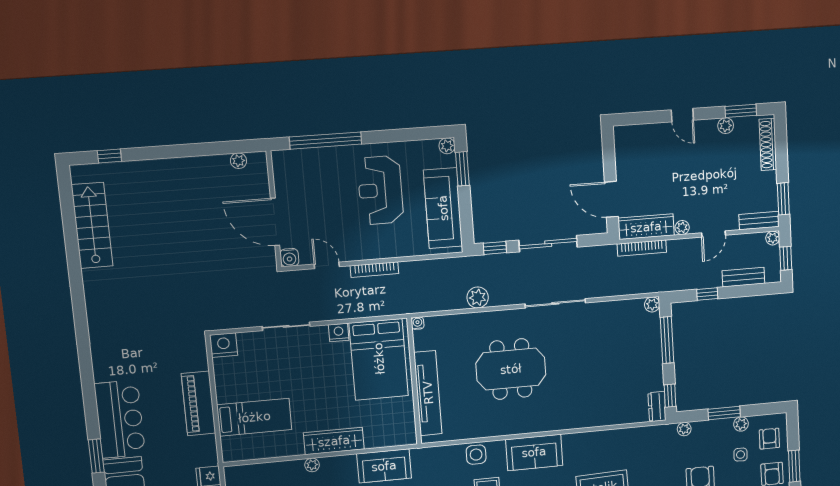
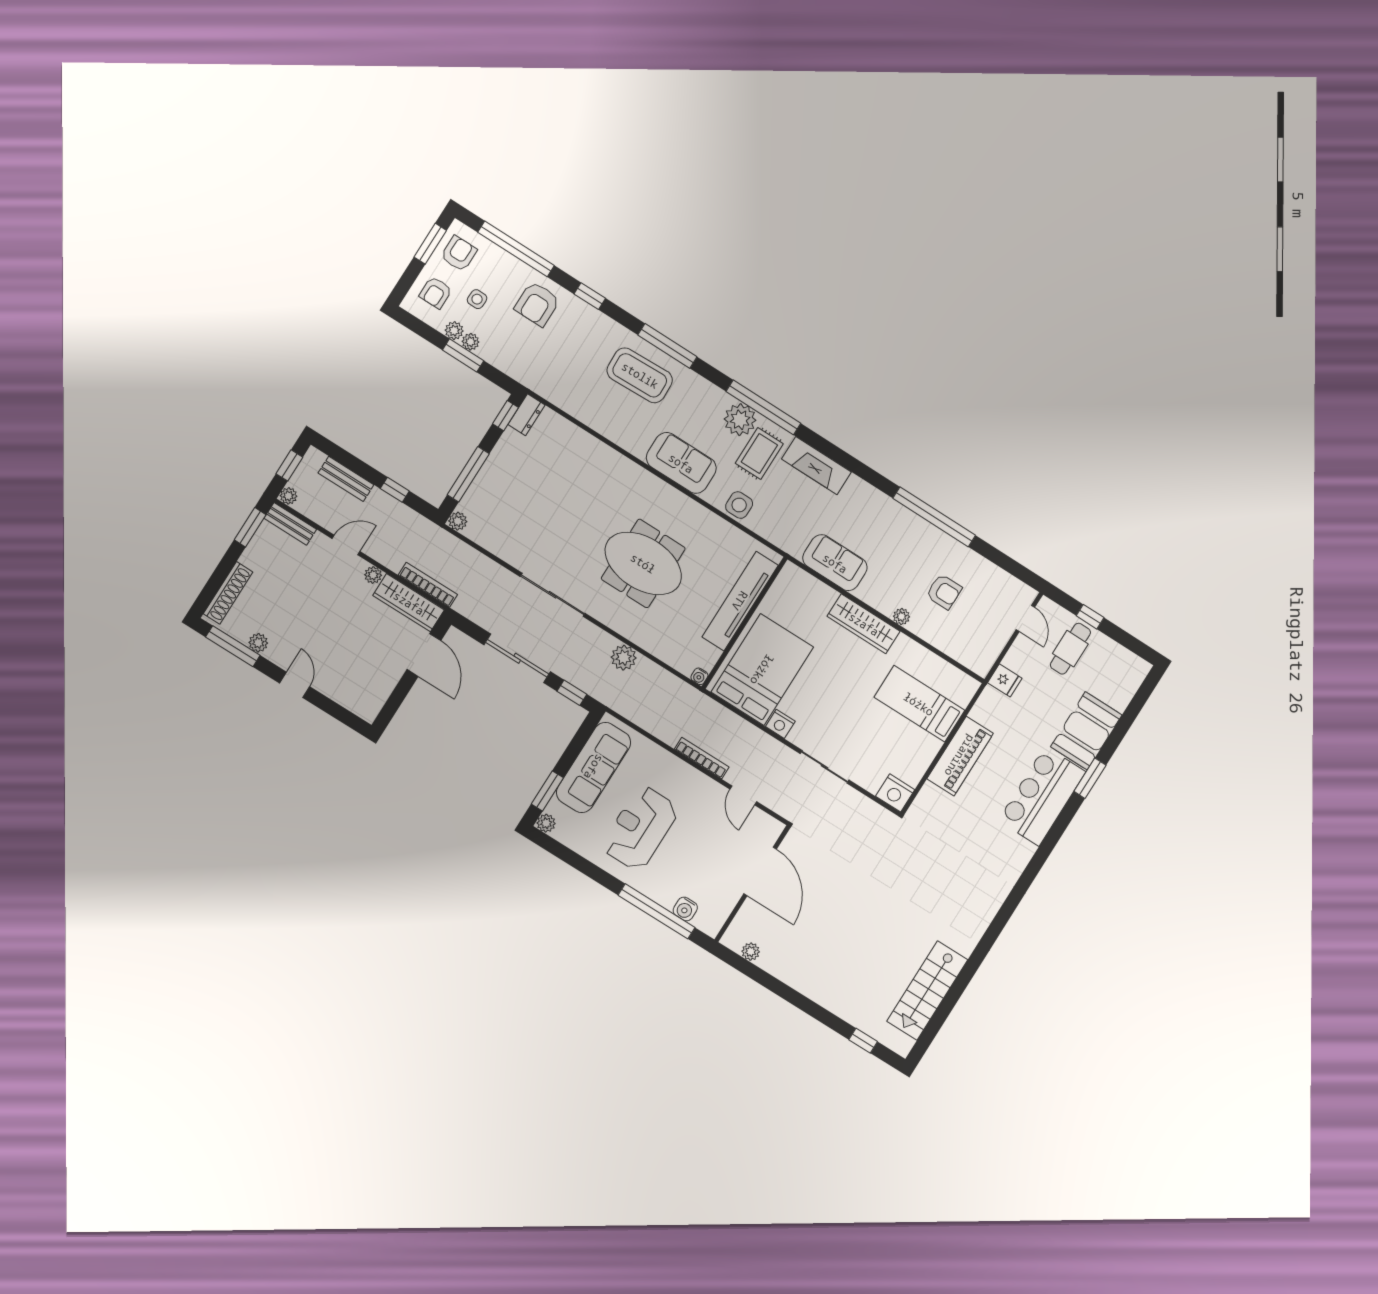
window: (741, 111) -> (233, 646), width x1.44
reception desk: (380, 190) -> (640, 828), turned 180
water cooler: (289, 258) -> (685, 909), moved, turned 180
plant: (684, 429) -> (471, 342), moved

